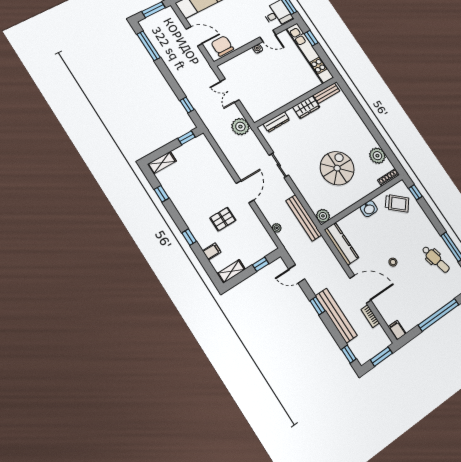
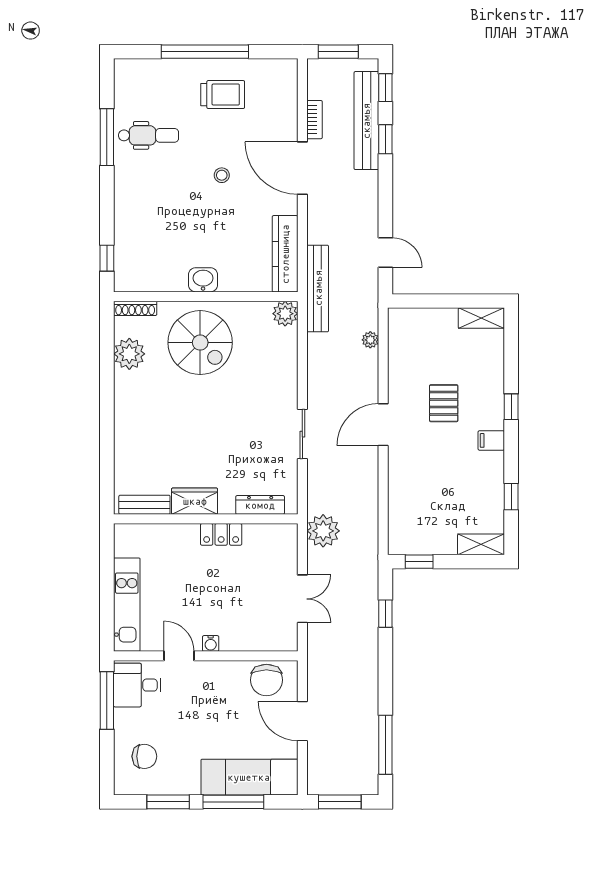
window: (311, 38) -> (107, 612), removed
kitchen unit: (310, 53) -> (127, 605), width x0.73
locker: (285, 99) -> (221, 534), added
spiral stairs: (337, 168) -> (200, 343), moved, turned -90
trolley: (397, 203) -> (223, 95), moved, turned 140
bench: (304, 218) -> (318, 288), moved
pallet: (223, 219) -> (444, 403), turned 90
filing cabinet: (212, 251) -> (491, 440), moved
dental chair: (436, 259) -> (149, 135), turned 104
window: (261, 264) -> (431, 301), removed
window: (317, 306) -> (385, 139), moved
bench: (336, 316) -> (366, 121), moved
filing cabinet: (397, 330) -> (287, 73), removed

